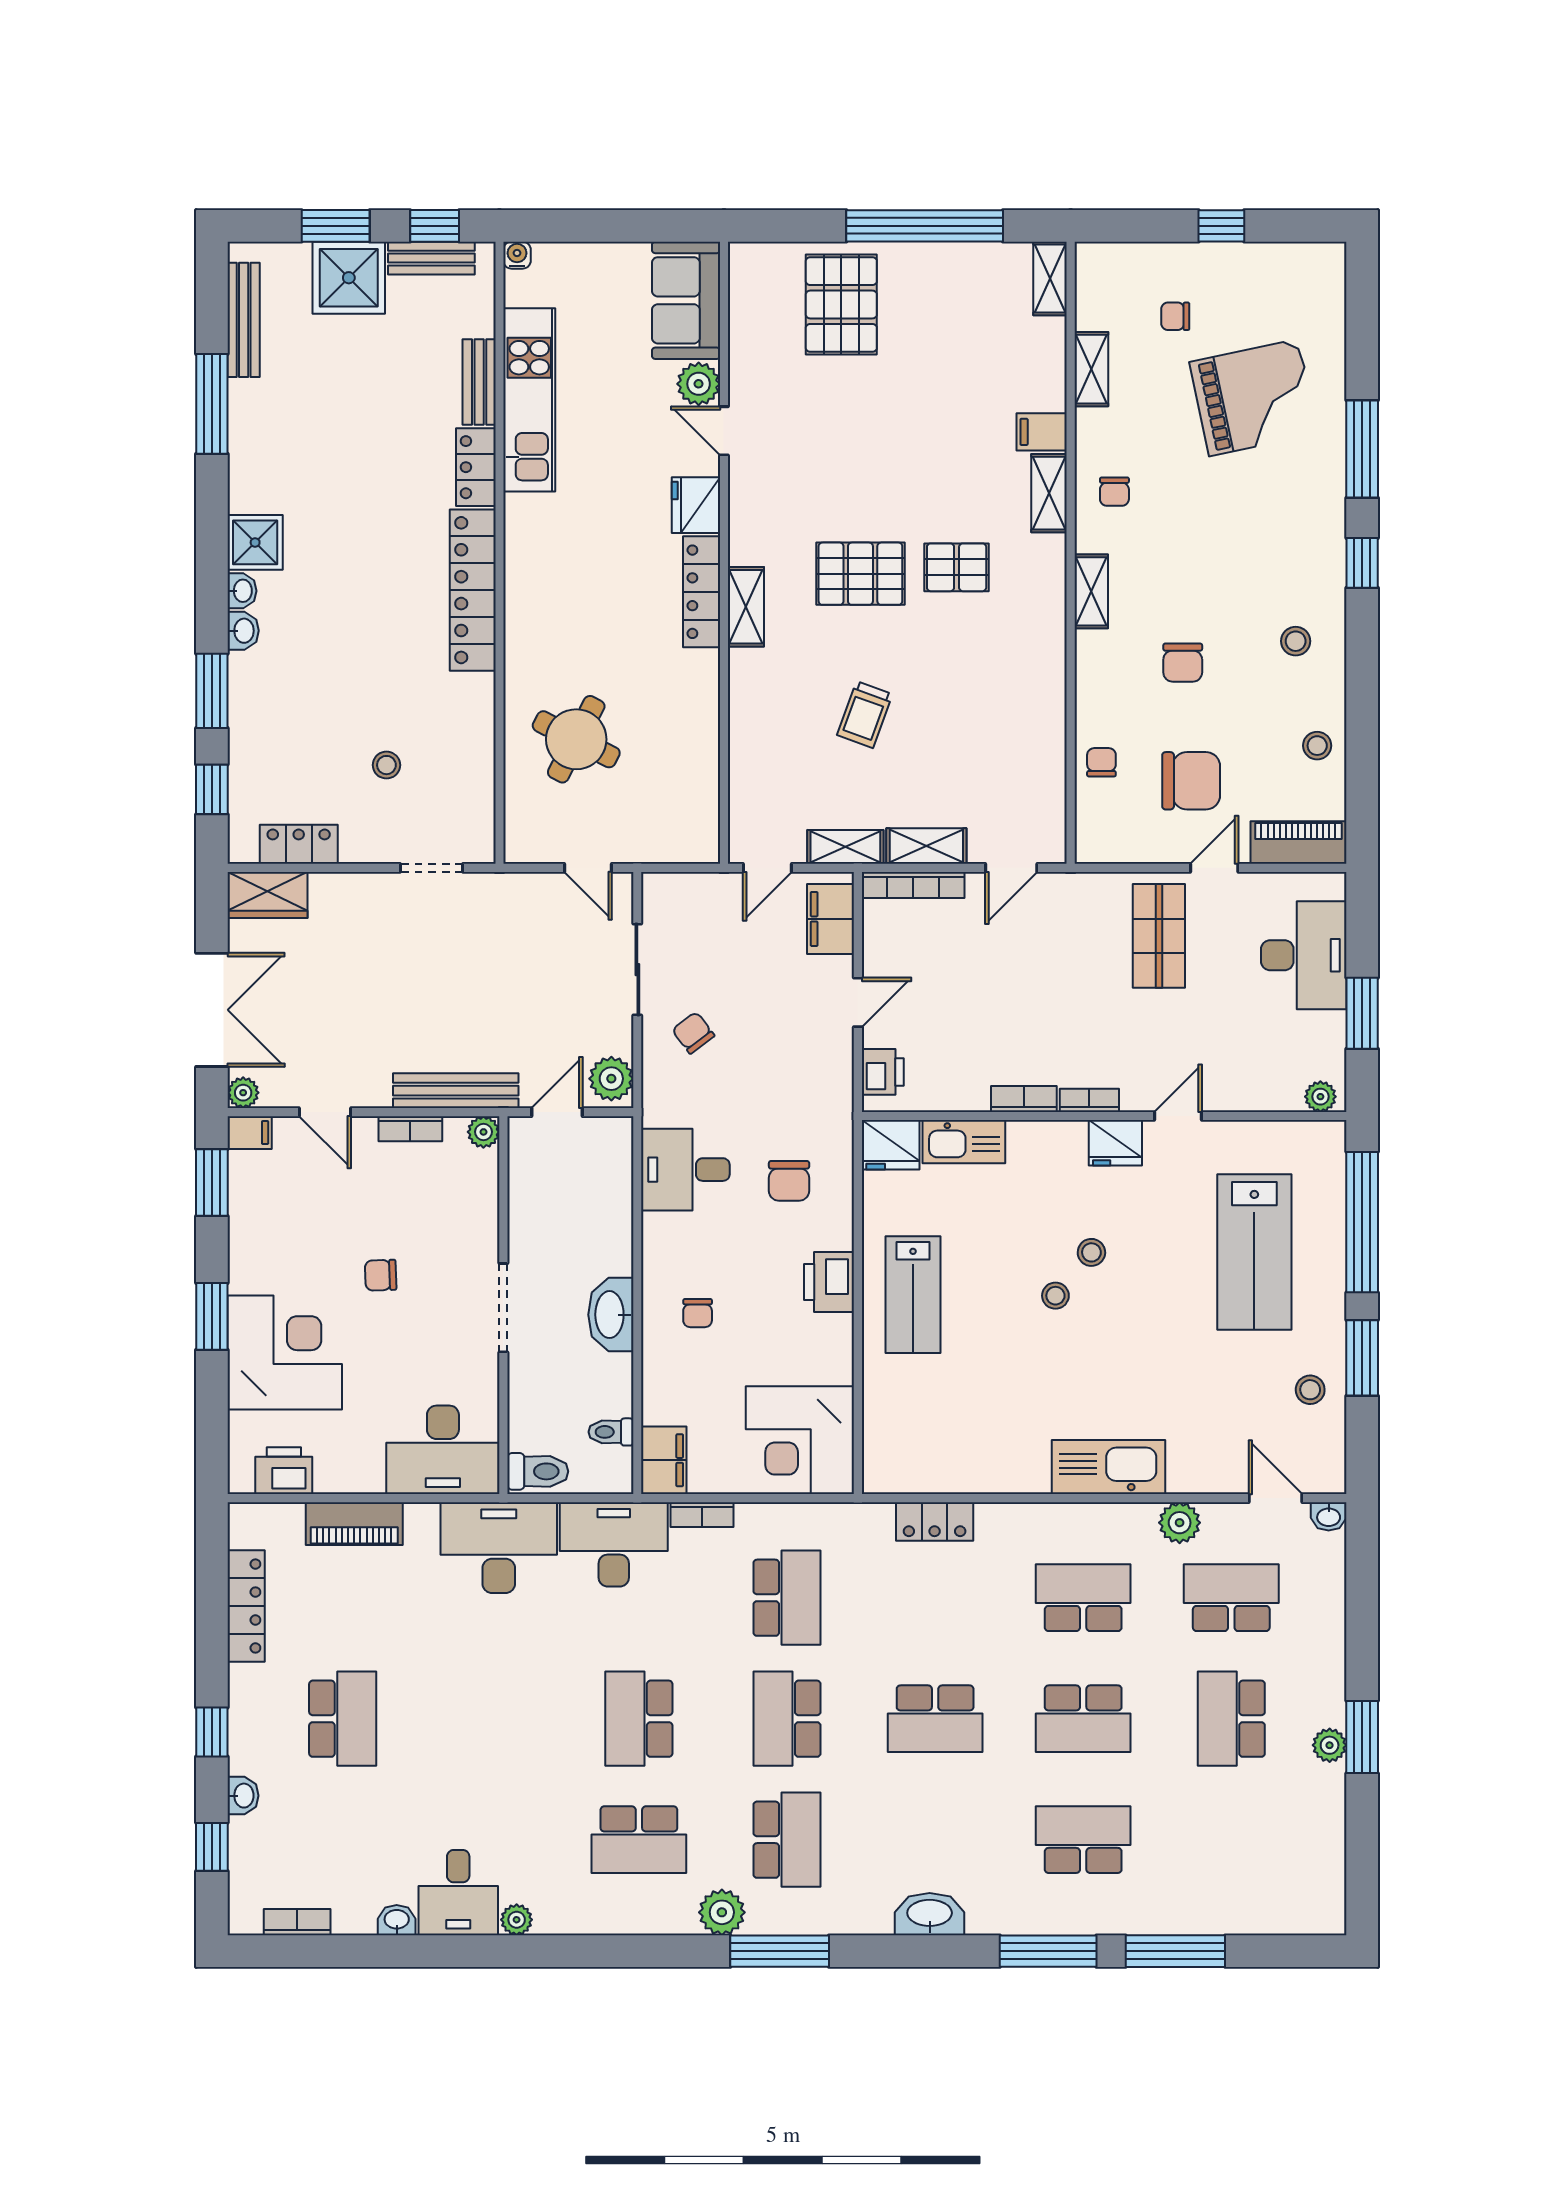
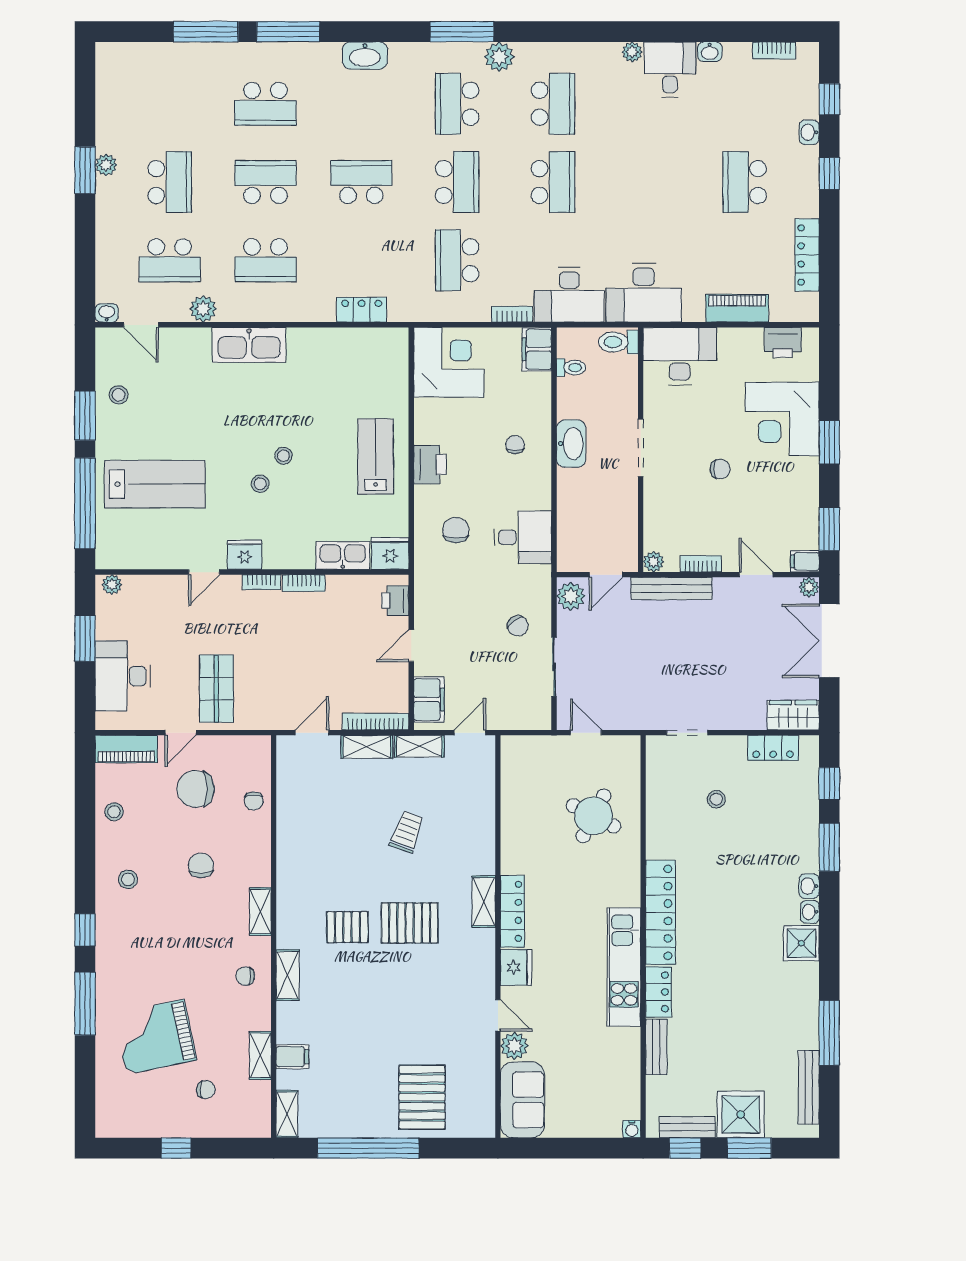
kitchen unit: (529, 400) -> (624, 967), moved
filing cabinet: (1042, 432) -> (292, 1057), moved
chair: (1114, 492) -> (245, 976), turned -87
lab bench: (1254, 1252) -> (155, 484), turned 90
school desk: (639, 1840) -> (553, 104), turned 90

